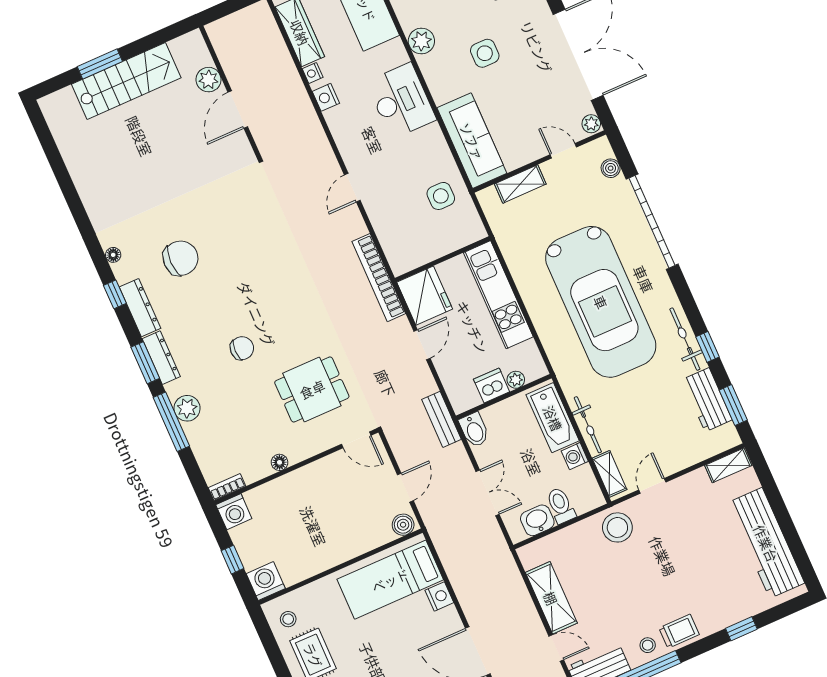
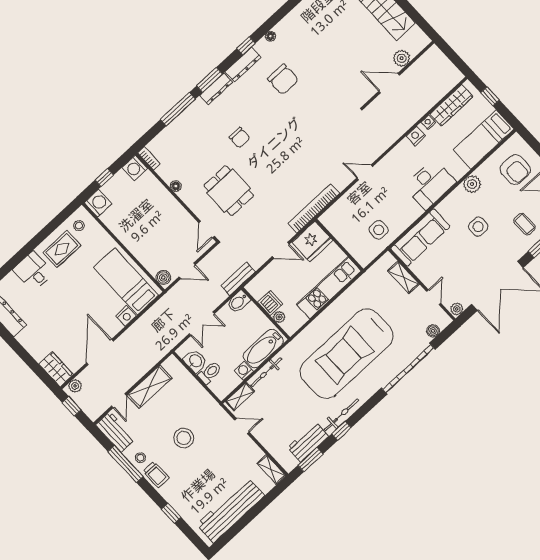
plant: (187, 408) -> (190, 116), removed
stool: (617, 527) -> (184, 438), moved

